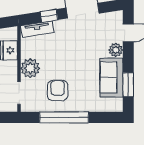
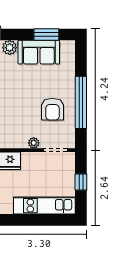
plant: (30, 68) -> (34, 143), width x0.53, depth x0.53
armchair: (58, 90) -> (52, 109), turned -90

